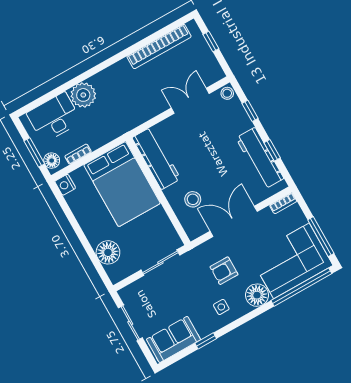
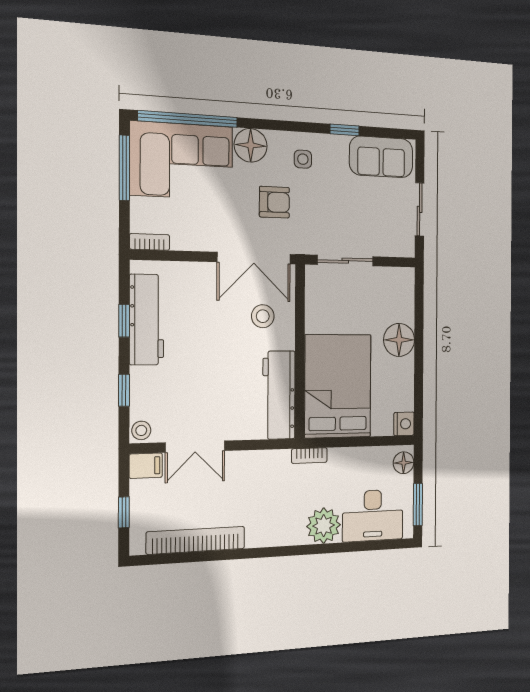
filing cabinet: (213, 75) -> (146, 466), added
window: (34, 152) -> (418, 505), moved
bookcase: (78, 154) -> (309, 456), moved
double door: (234, 221) -> (254, 258), moved
floor lamp: (108, 252) -> (399, 340), moved

